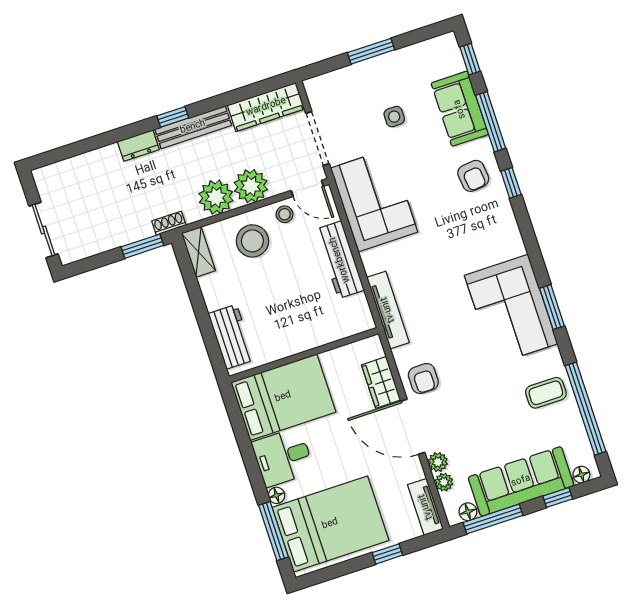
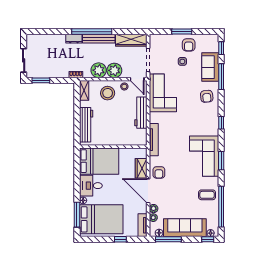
armchair: (396, 76) -> (189, 45), added
window: (173, 117) -> (92, 32), width x3.17
window: (511, 183) -> (221, 123), moved
window: (142, 246) -> (41, 80), moved
workbench: (231, 337) -> (86, 125), width x1.38
window: (558, 498) -> (208, 239), moved

